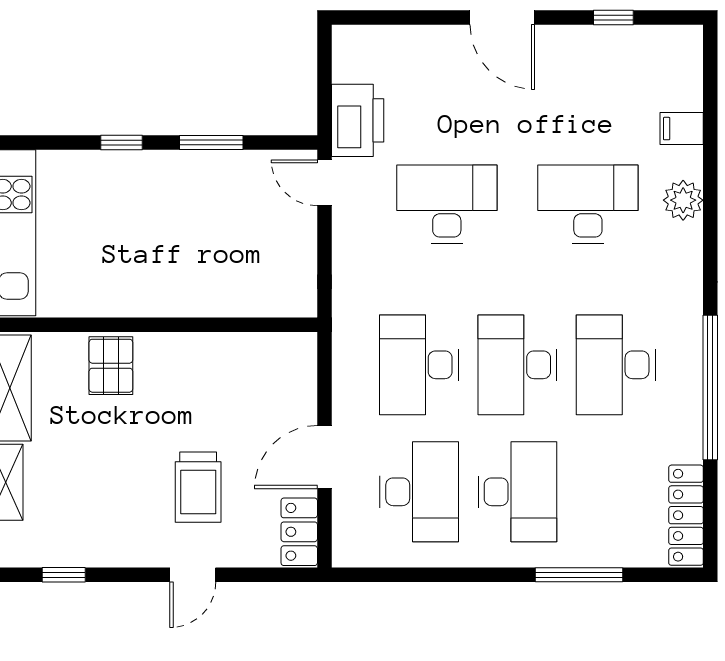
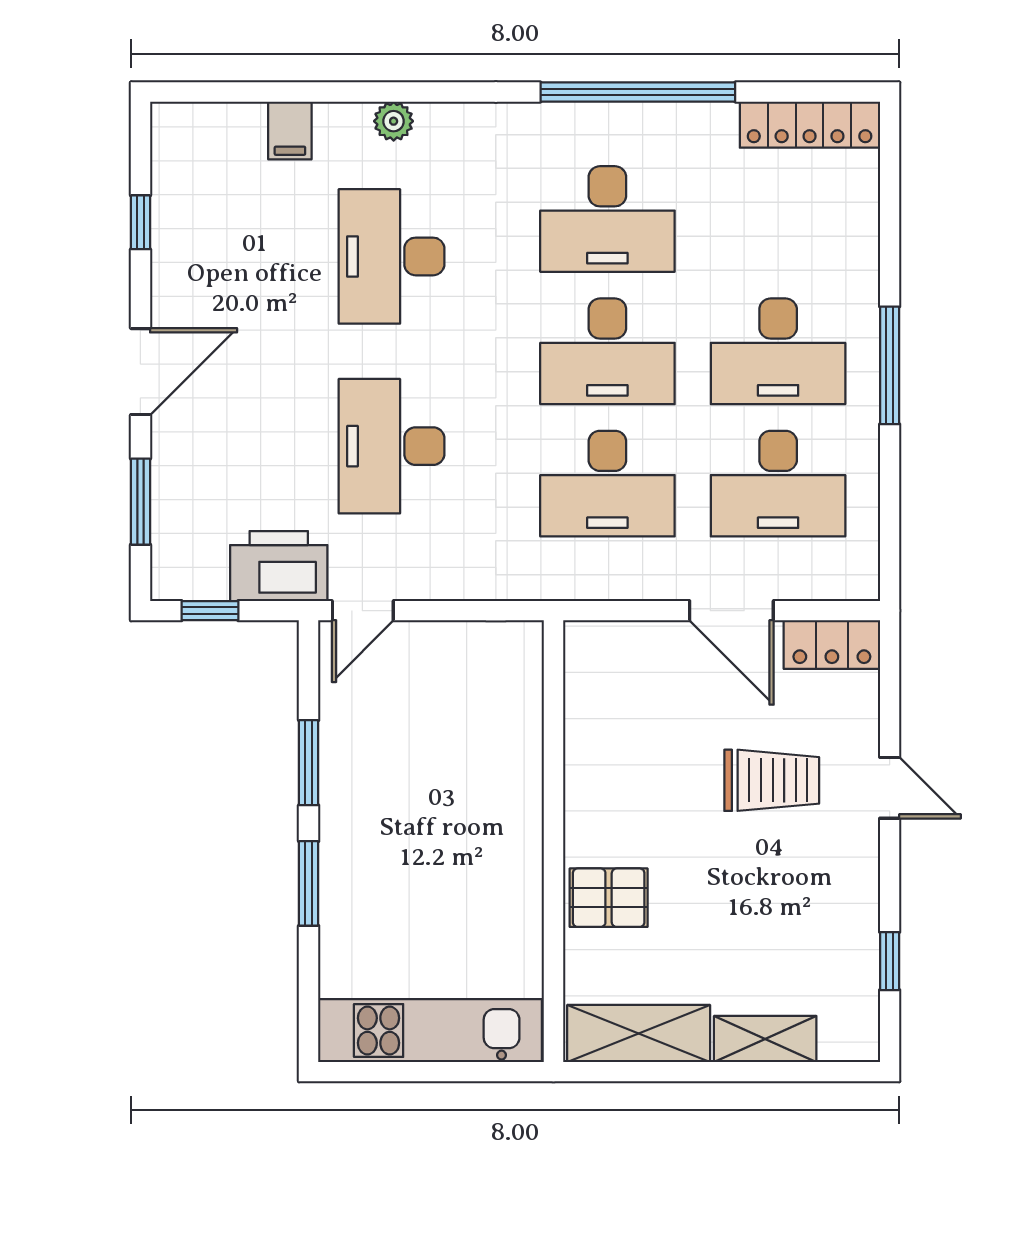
window: (406, 17) -> (140, 502), added
window: (324, 69) -> (210, 611), added
window: (121, 142) -> (309, 883), width x1.50
plant: (683, 200) -> (394, 121), width x0.73, depth x0.73
desk: (419, 492) -> (778, 484), turned 180
desk: (517, 492) -> (778, 351), turned 180
window: (579, 575) -> (890, 365), moved

